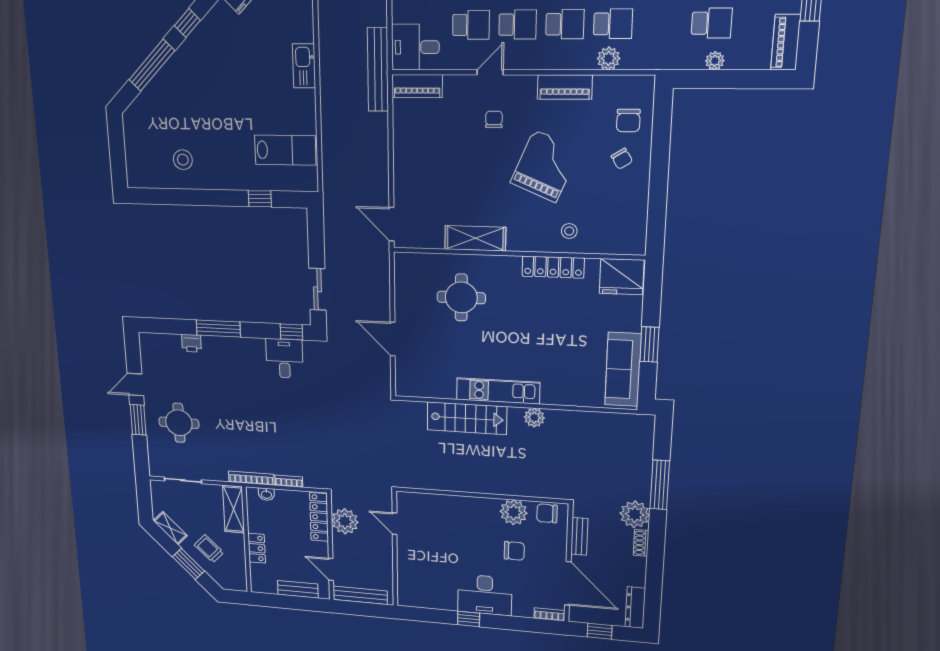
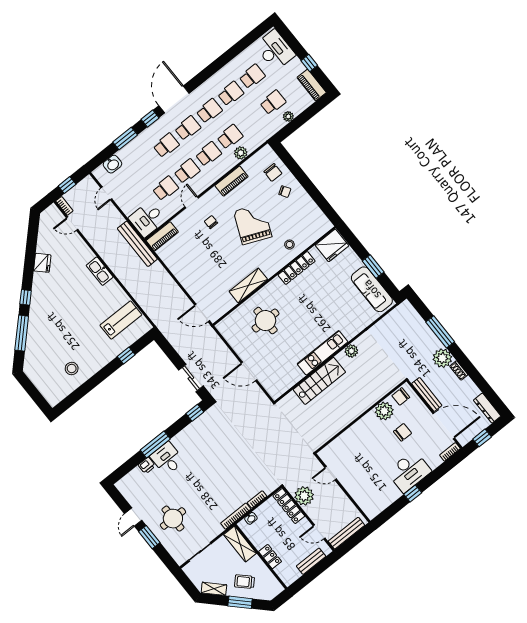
desk: (284, 358) -> (167, 459), moved
bench: (579, 536) -> (427, 394), width x1.36

